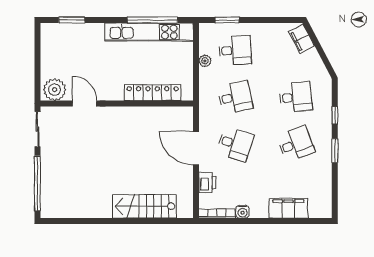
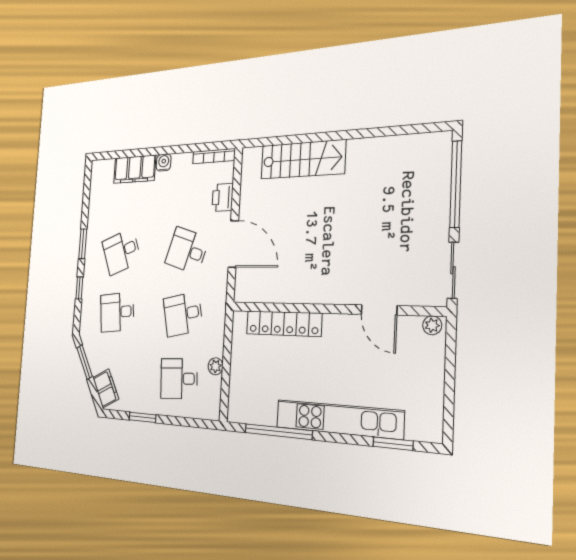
window: (227, 20) -> (142, 417), moved
kitchen unit: (149, 32) -> (338, 419), moved
window: (324, 58) -> (85, 362), added
plant: (55, 90) -> (432, 325), width x0.53, depth x0.53
water cooler: (243, 212) -> (164, 163), moved

